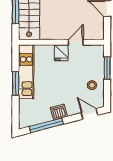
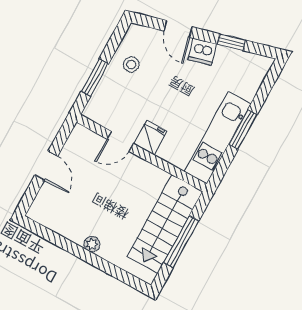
door: (90, 114) -> (178, 29), moved
window: (46, 125) -> (231, 42), width x0.46

